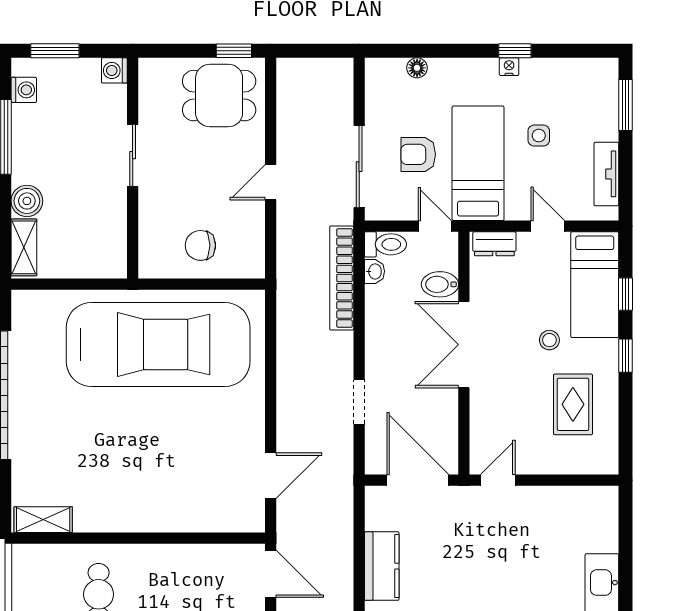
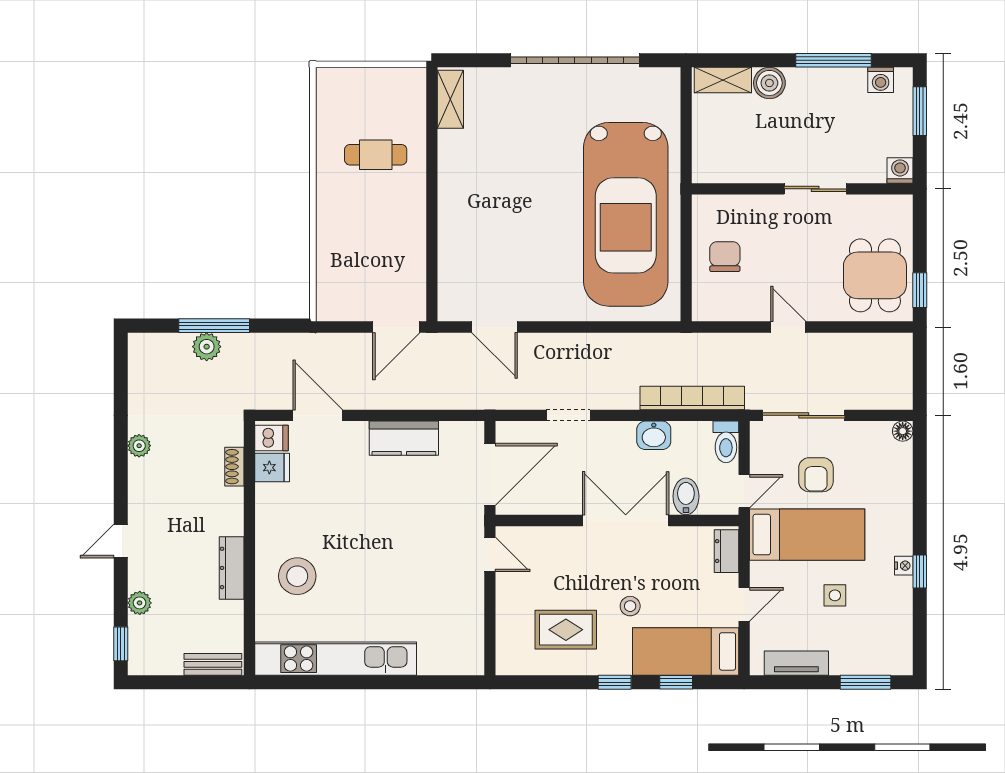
floor lamp: (417, 68) -> (903, 431), moved
armchair: (418, 154) -> (816, 475), turned 180
washbasin: (374, 271) -> (654, 435), moved, width x1.38, depth x1.45

